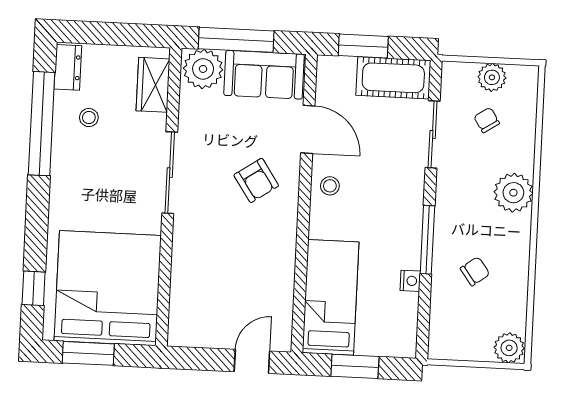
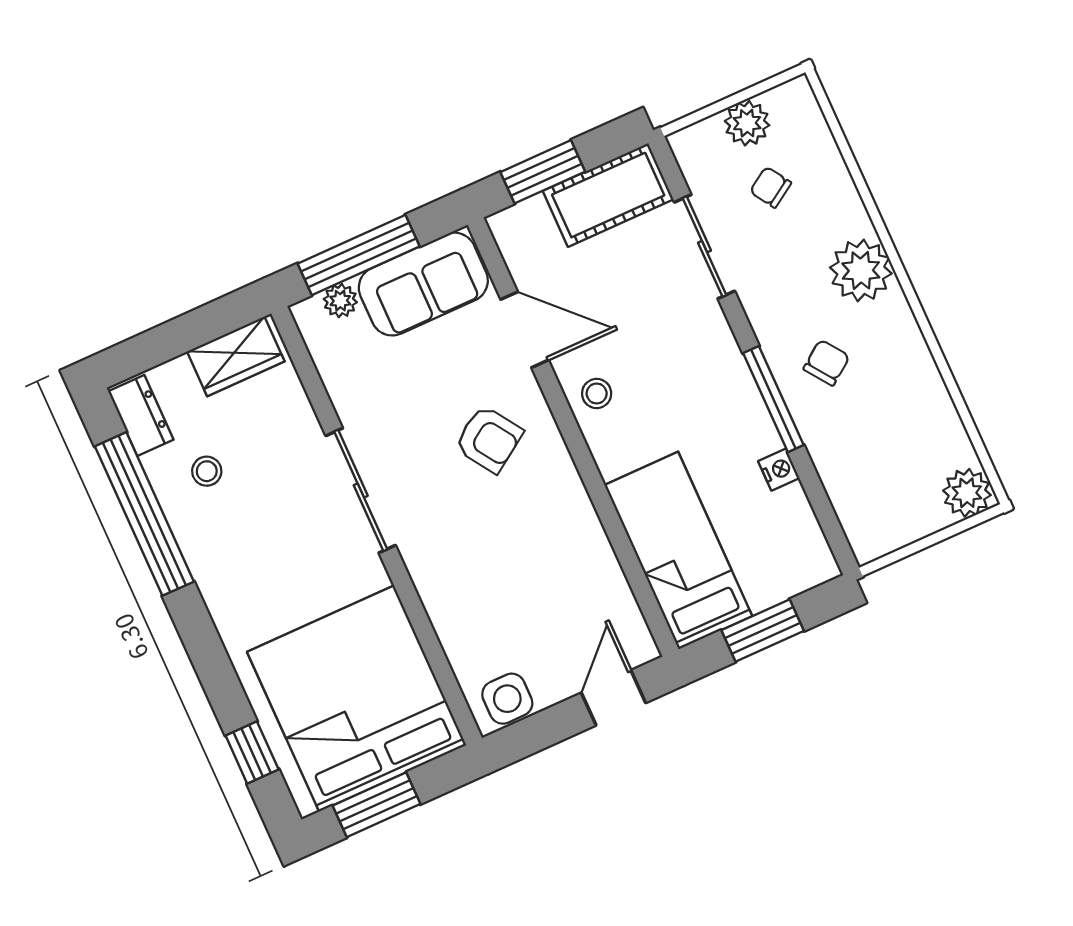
plant: (203, 69) -> (340, 301), width x0.53, depth x0.53
wardrobe: (153, 85) -> (236, 356), moved, turned -90
chair: (475, 271) -> (827, 363), moved
side table: (192, 331) -> (507, 699), added

